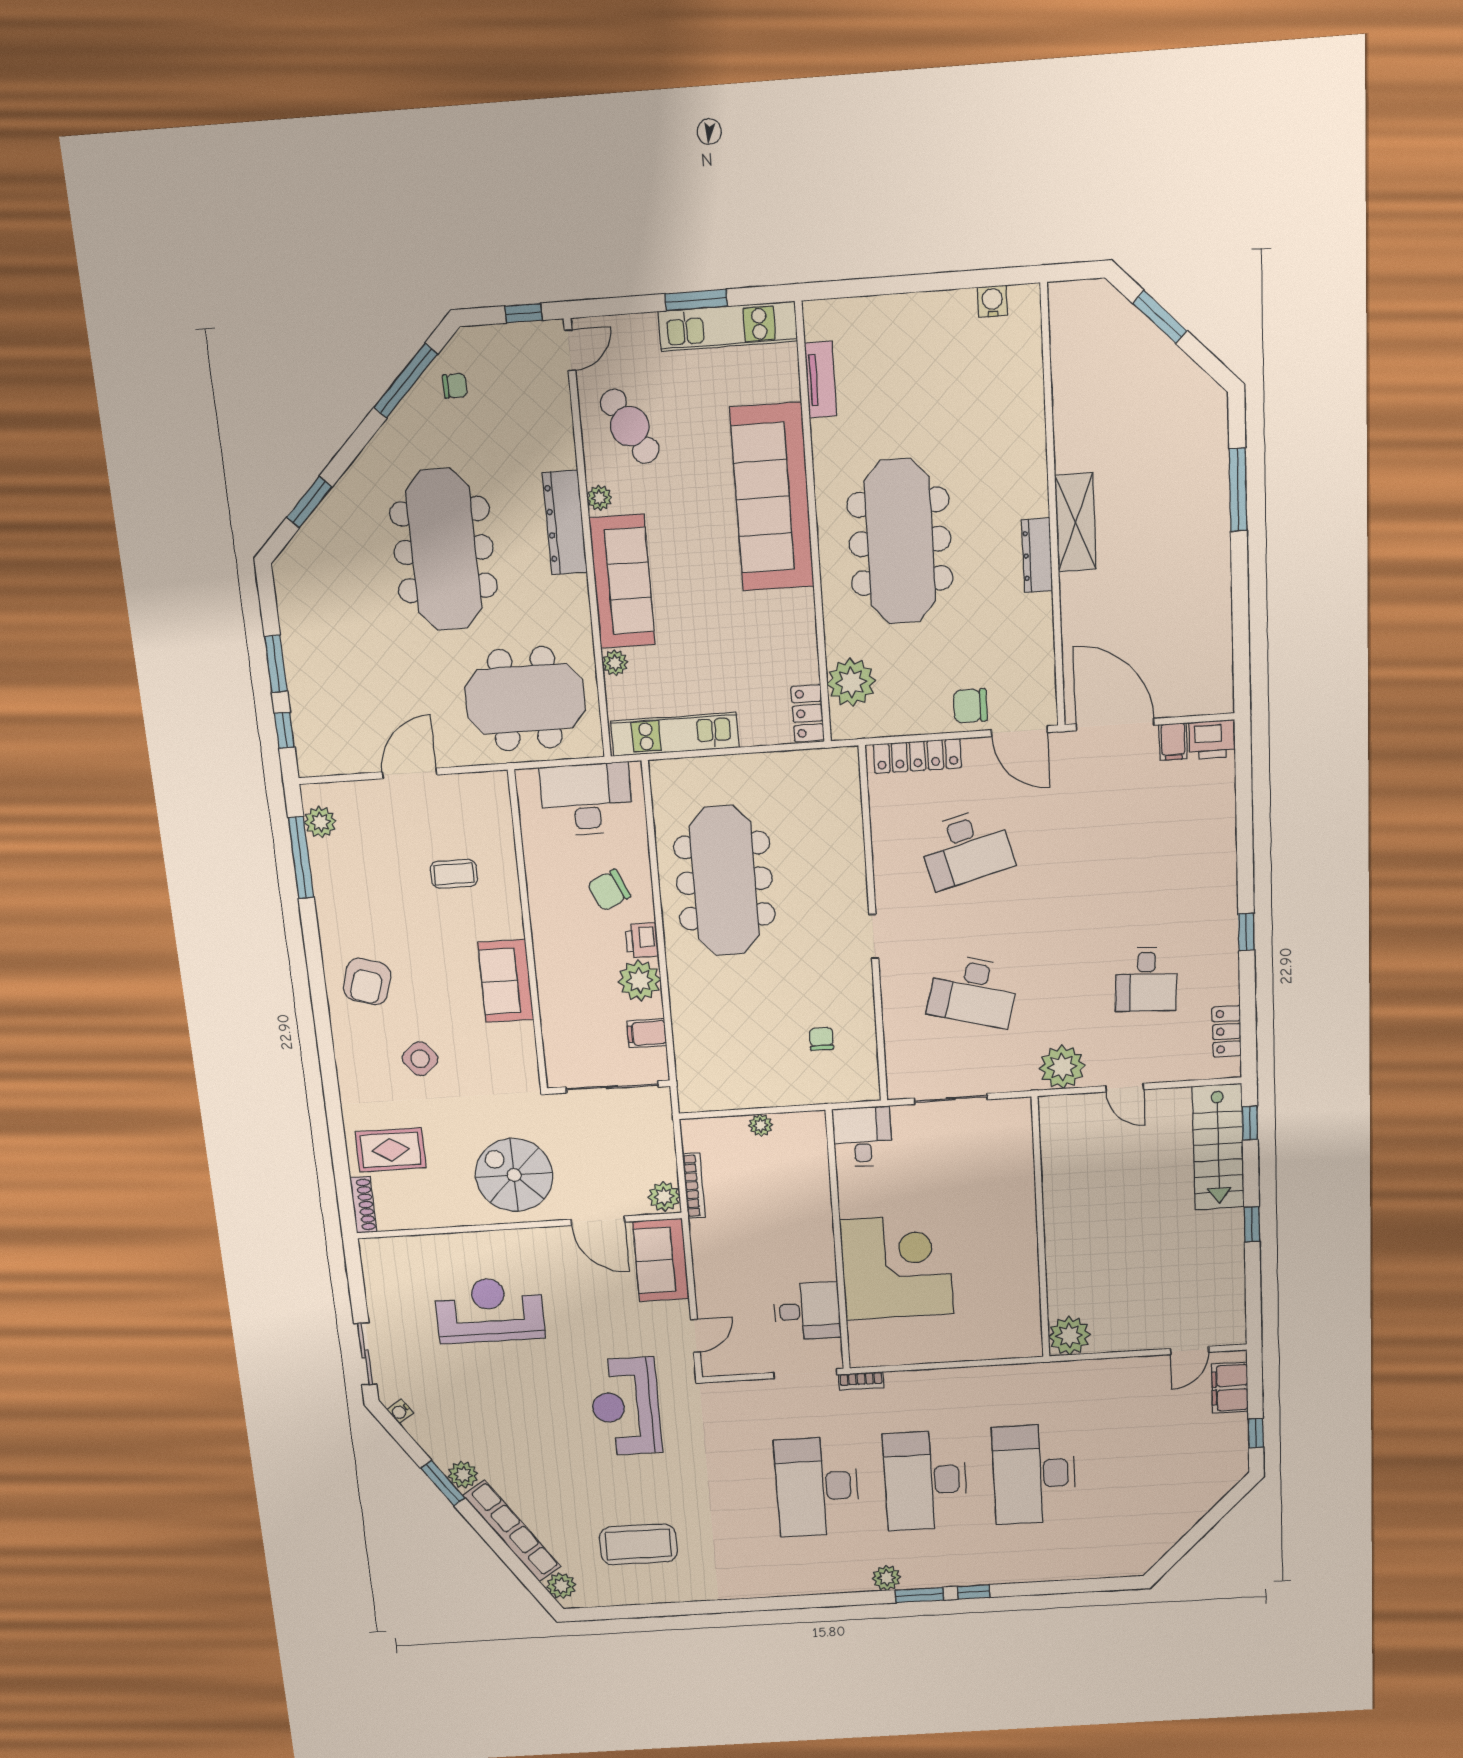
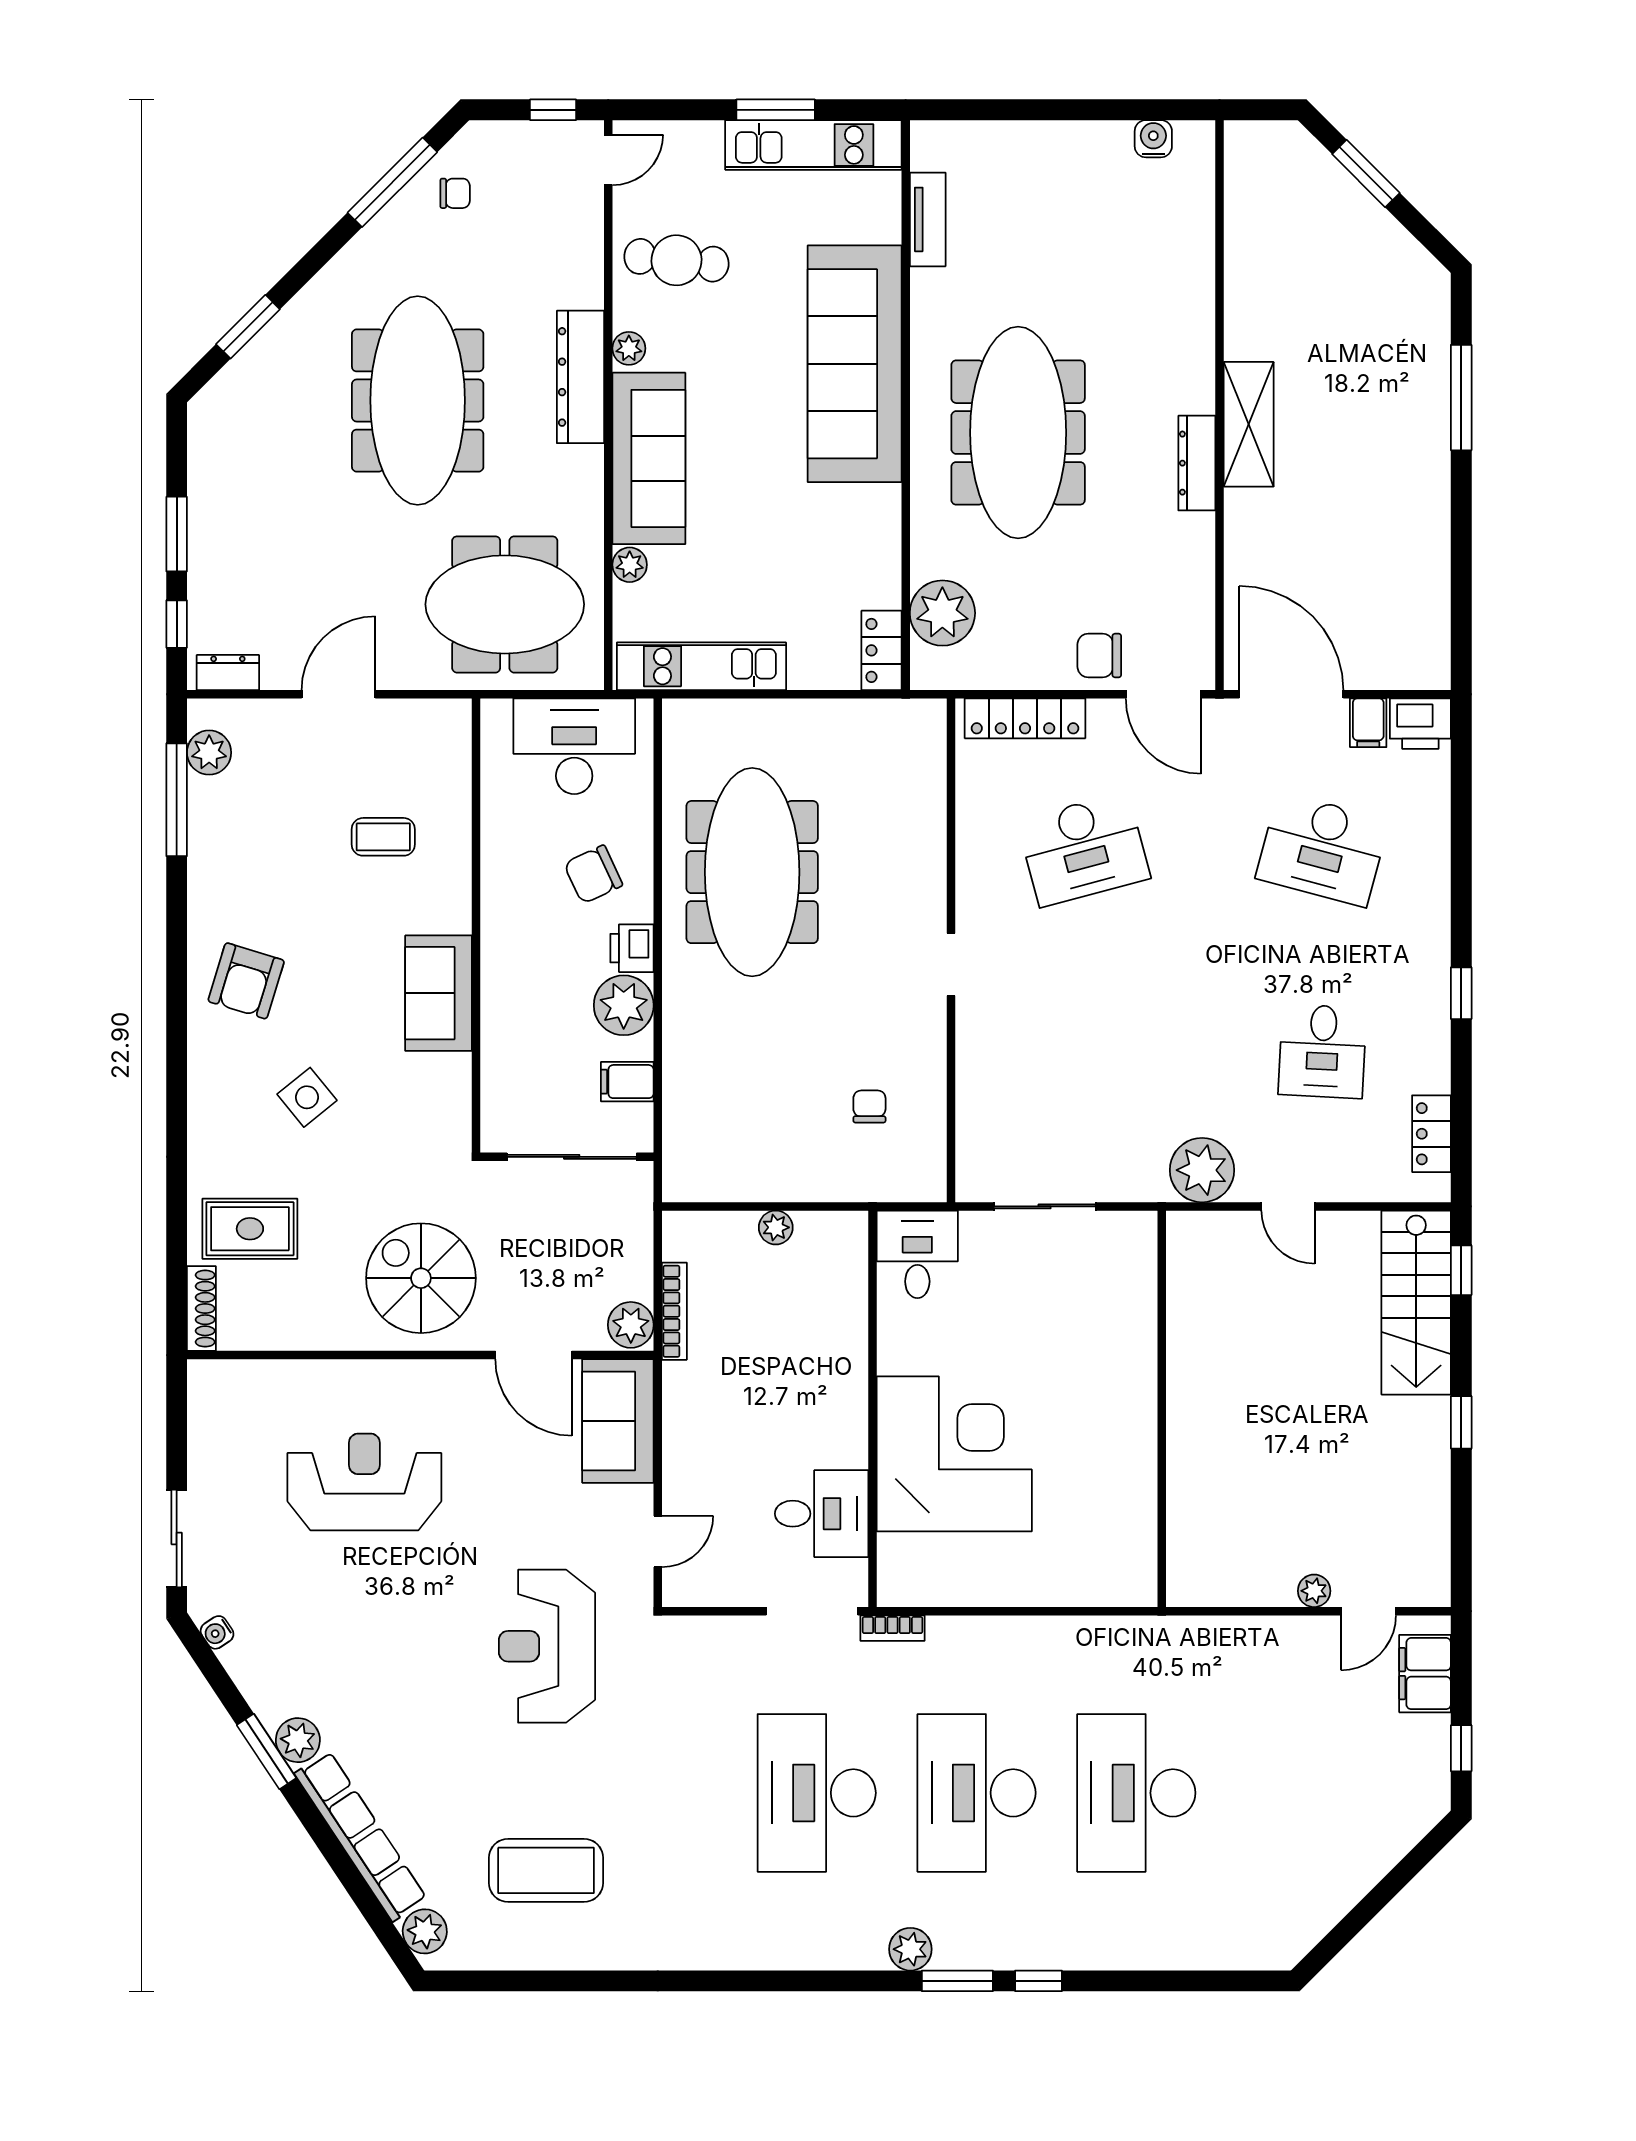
cafe table: (630, 426) -> (676, 260), turned -54
dresser: (327, 763) -> (228, 673), added
desk: (973, 991) -> (1322, 849), moved
plant: (1069, 1336) -> (1314, 1591), moved, width x0.53, depth x0.53

